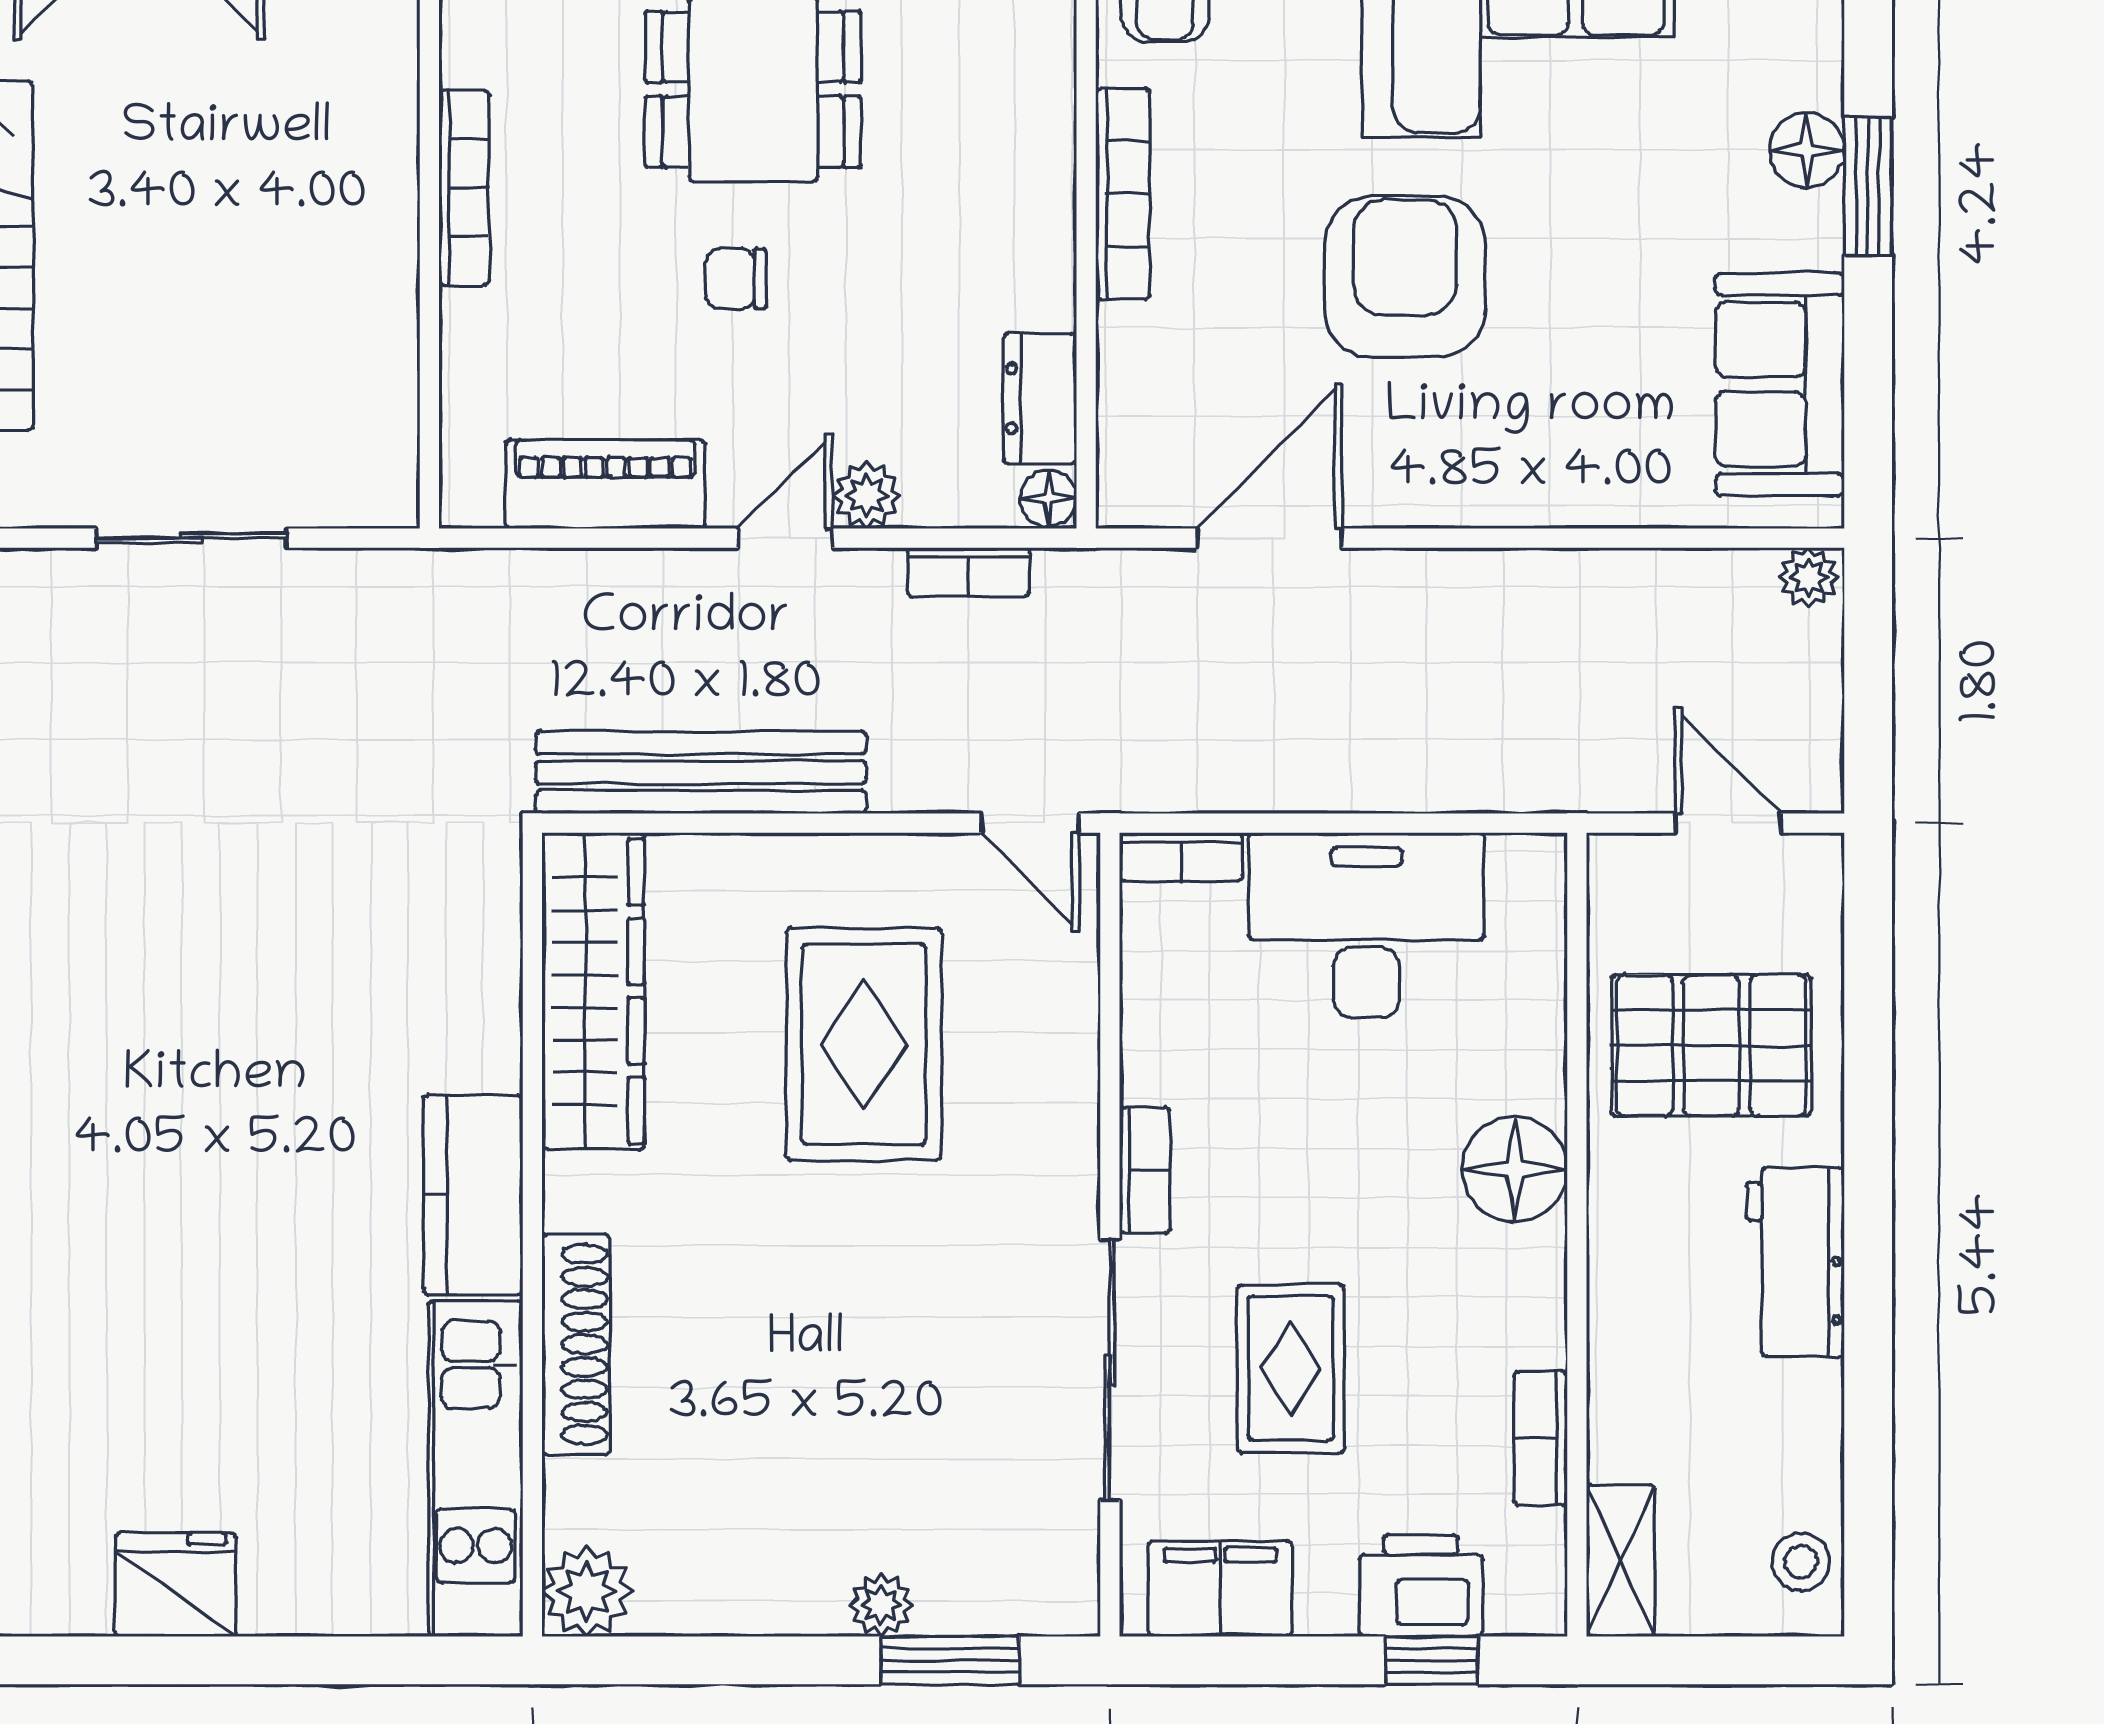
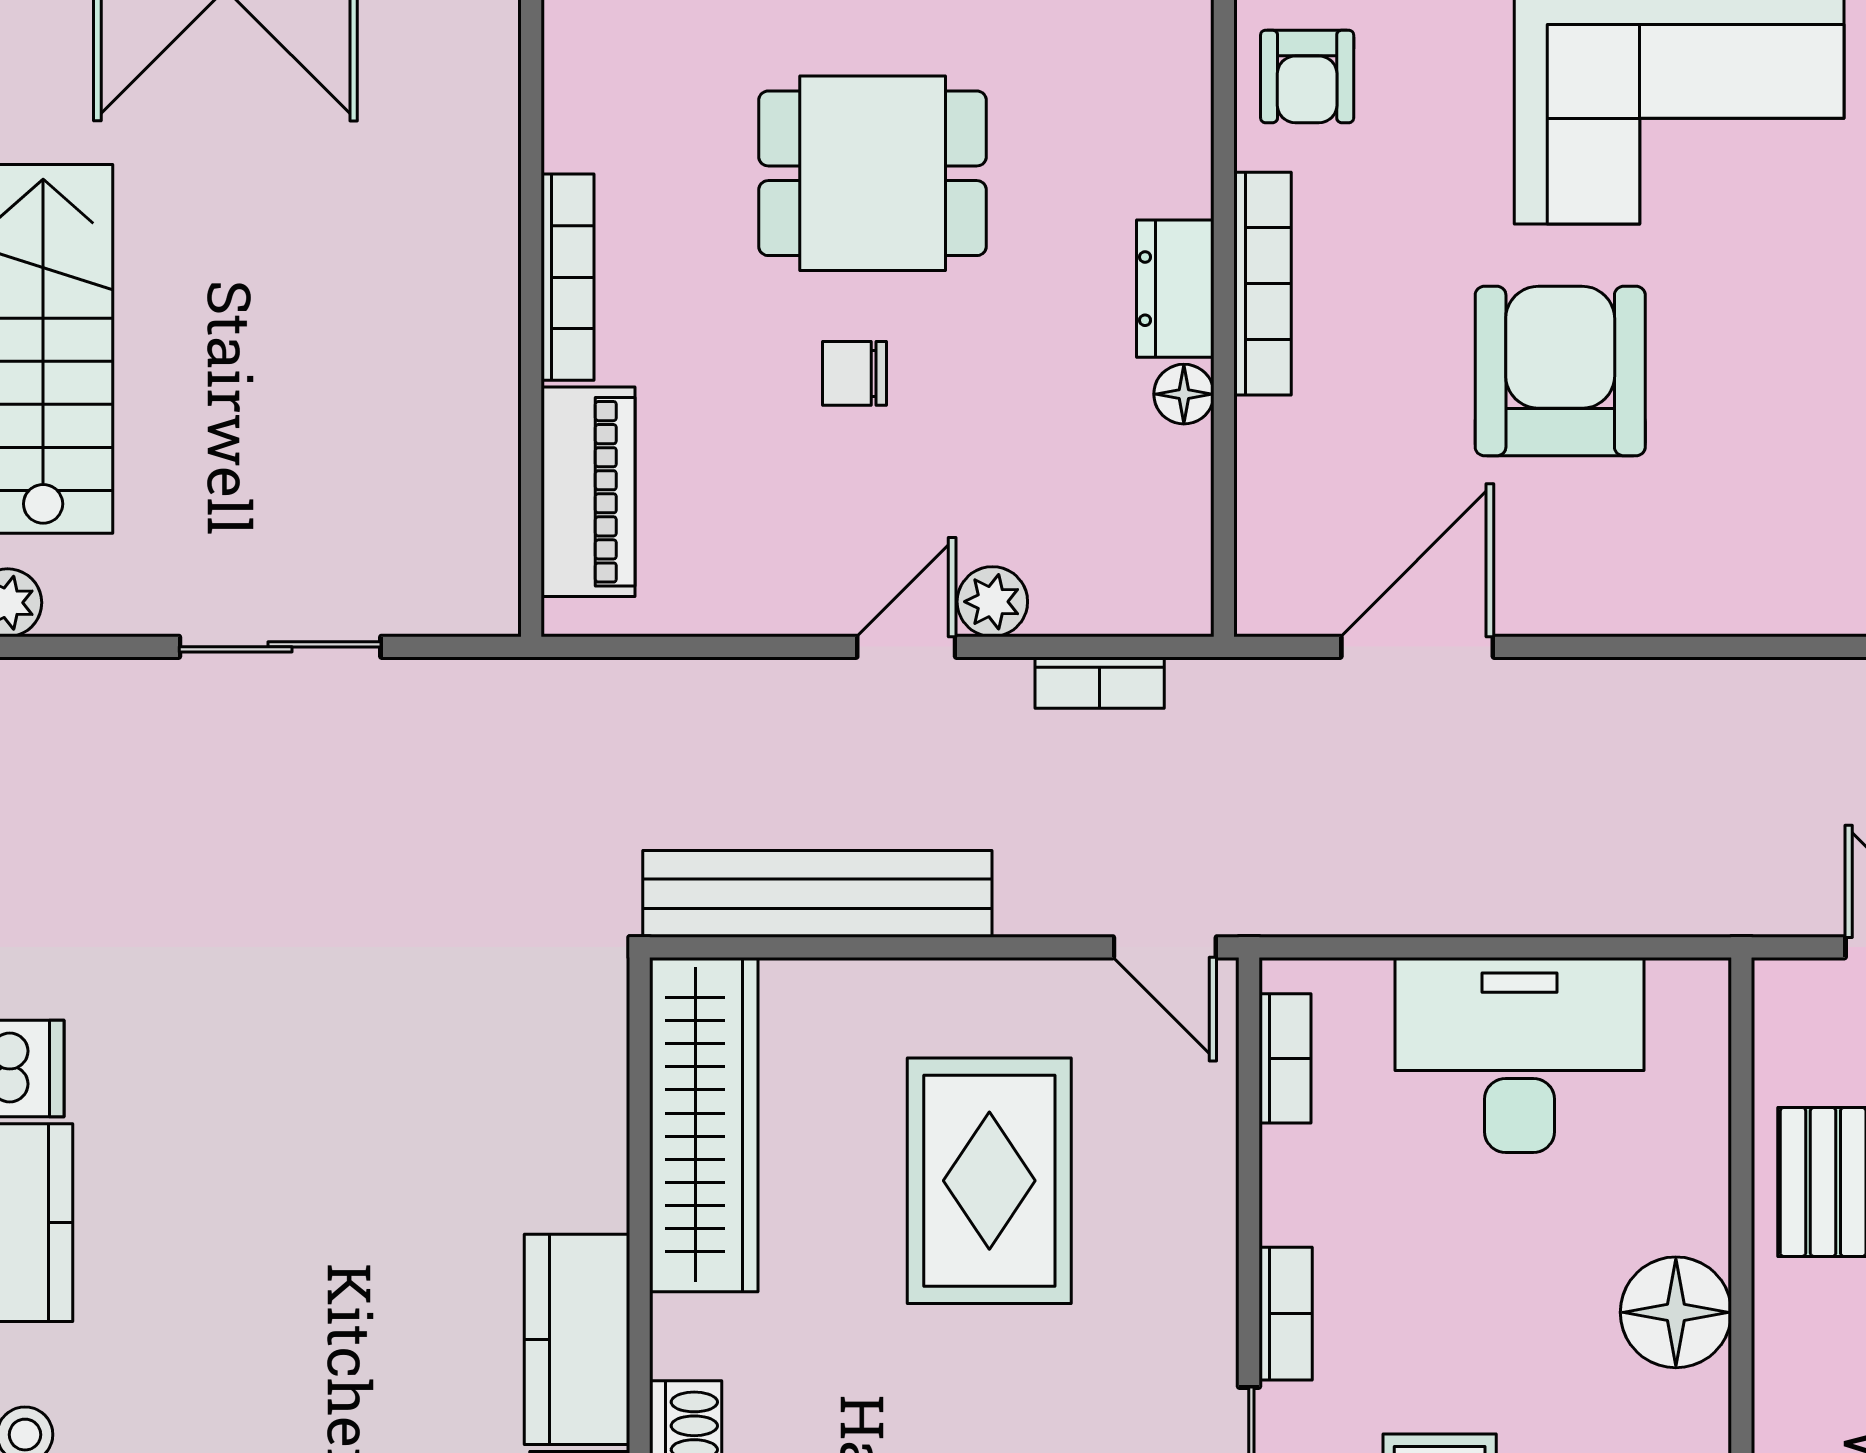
dresser: (1040, 399) -> (1175, 289), moved
piano: (605, 484) -> (588, 492), moved, turned 90
floor lamp: (1048, 498) -> (1184, 394), moved
bookcase: (1181, 857) -> (1285, 1058), moved, turned -90

